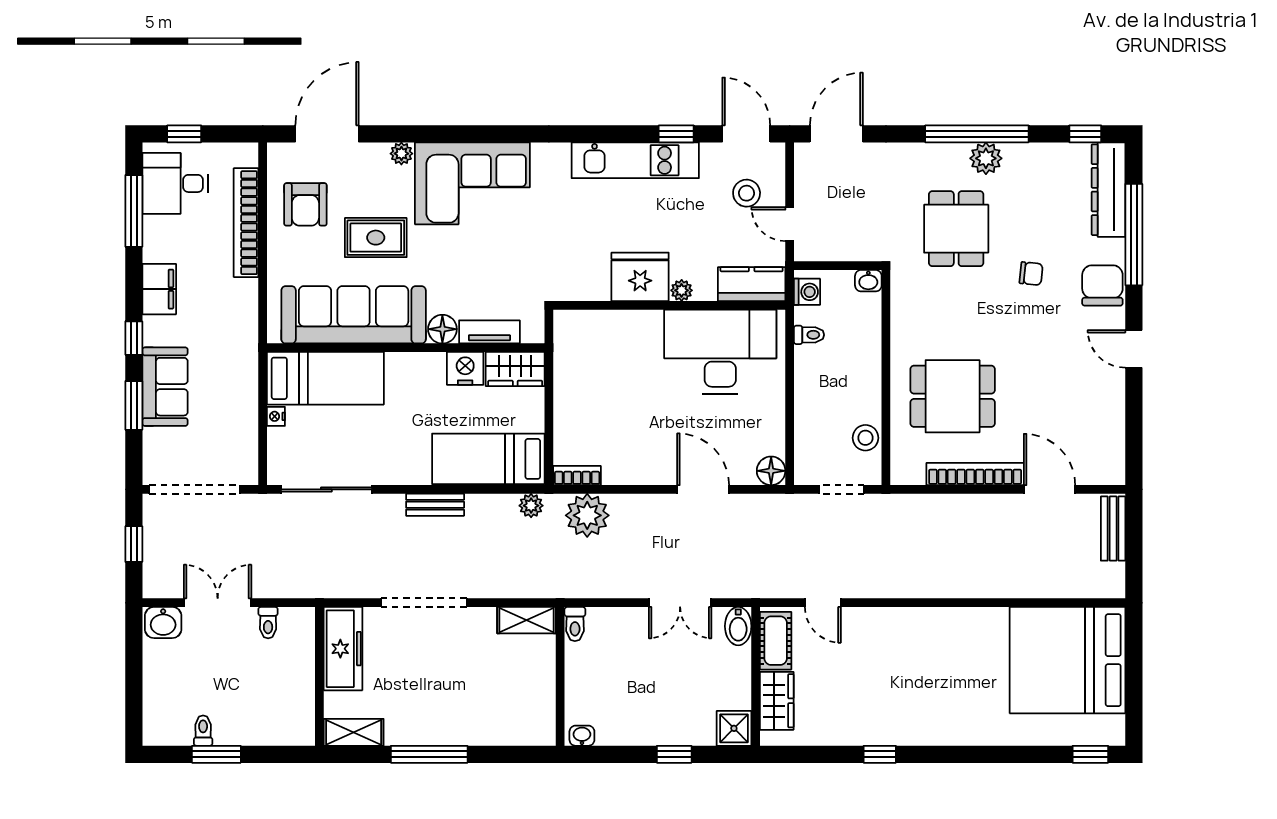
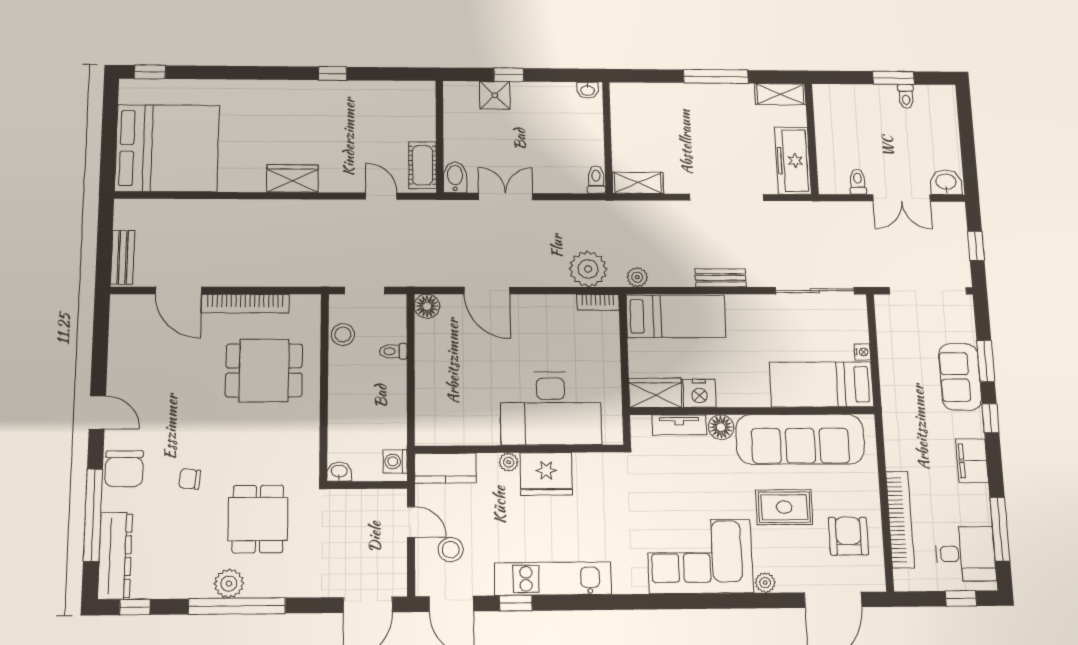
toilet: (809, 335) -> (393, 351), moved
desk: (720, 352) -> (551, 408), moved
wardrobe: (777, 701) -> (293, 178), moved, turned 90
shower: (734, 728) -> (495, 95), moved

